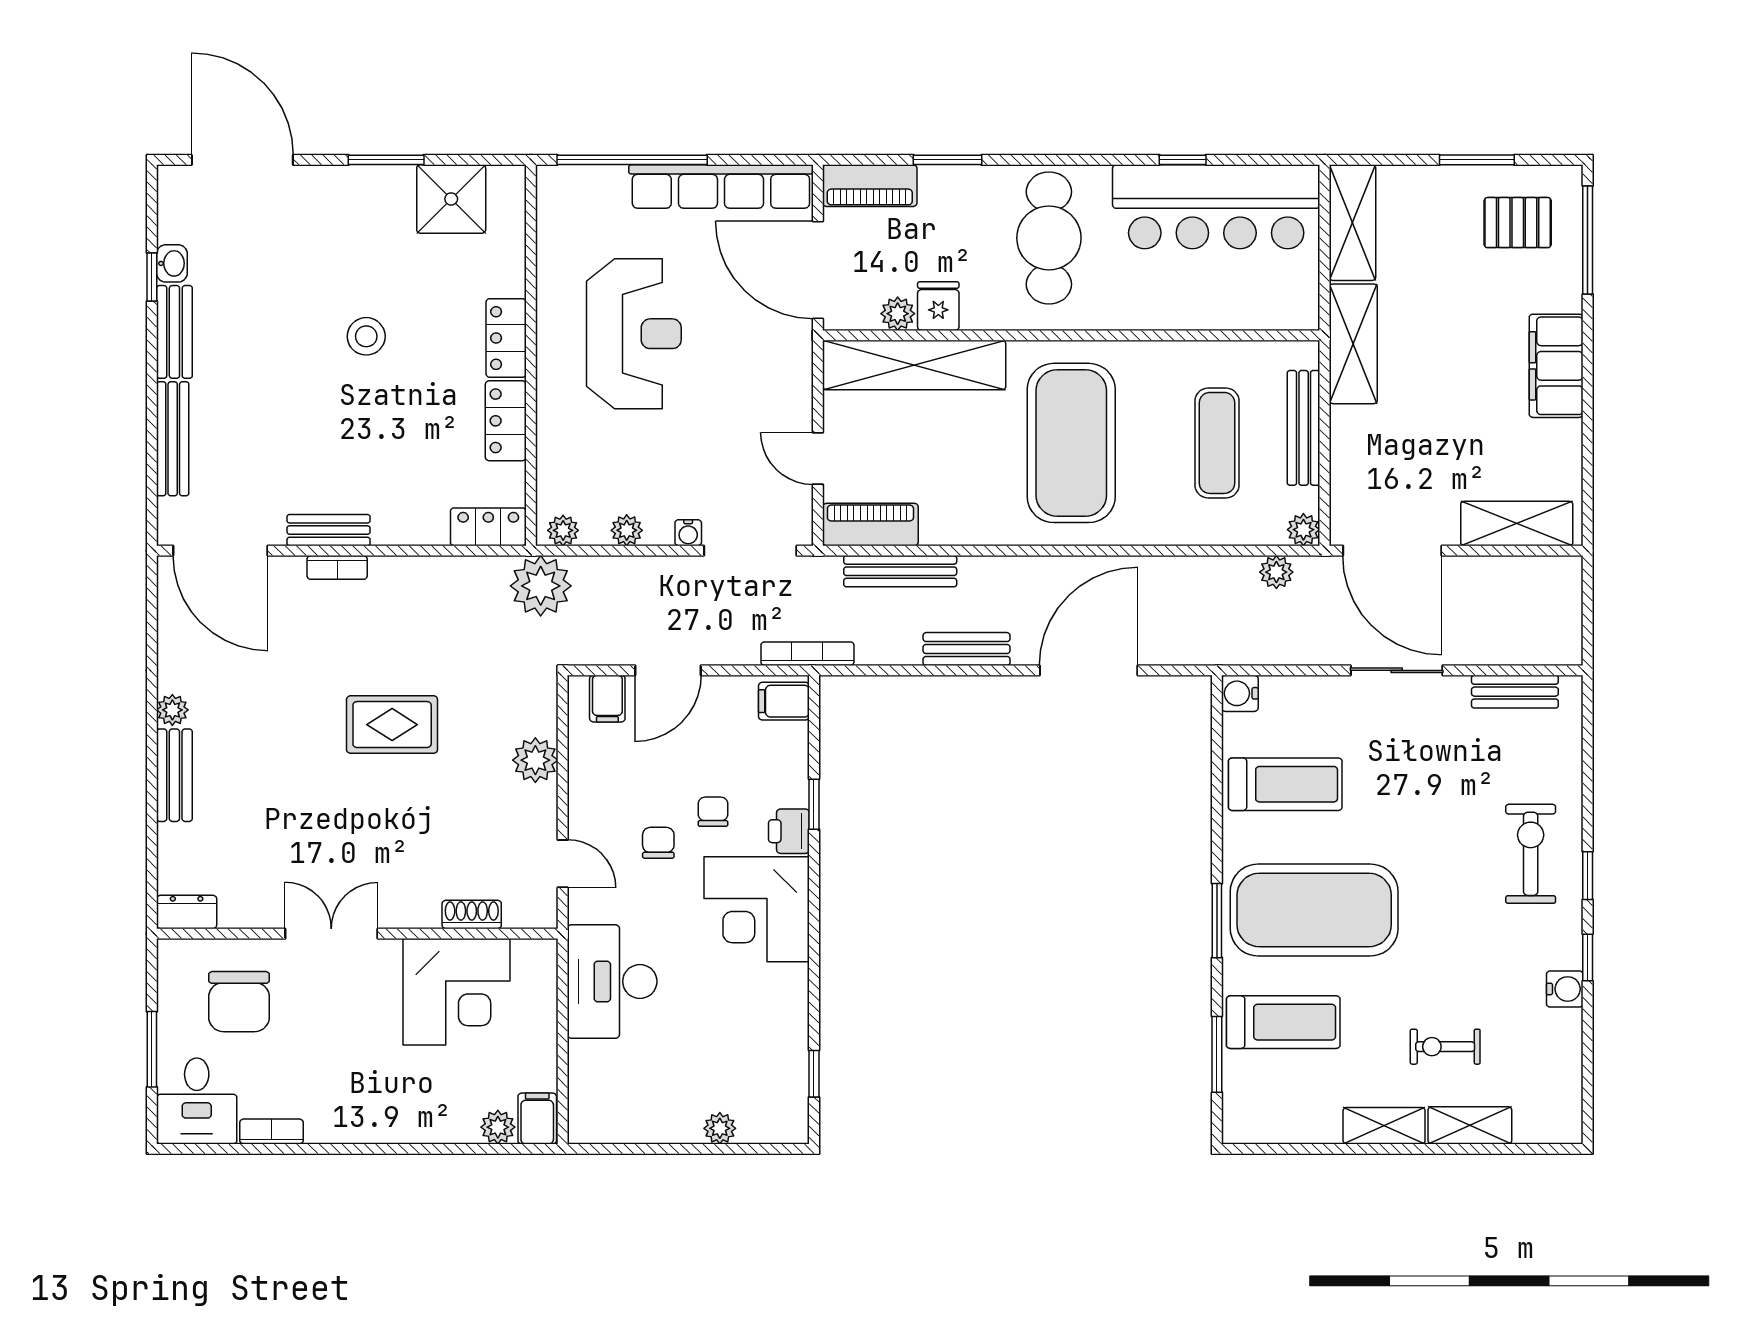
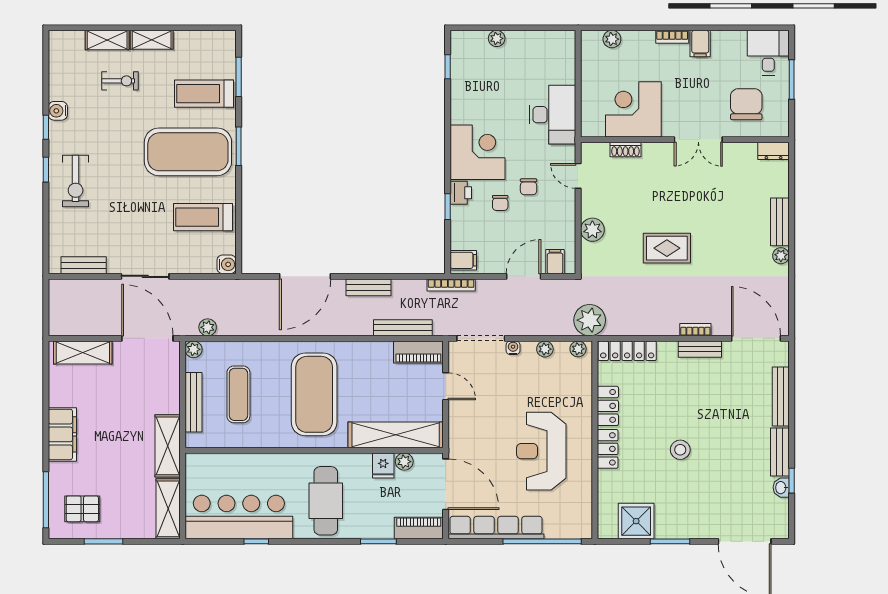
locker: (488, 527) -> (627, 351), width x1.53
filing cabinet: (537, 1119) -> (700, 44), moved
bookcase: (272, 1131) -> (672, 37), moved

